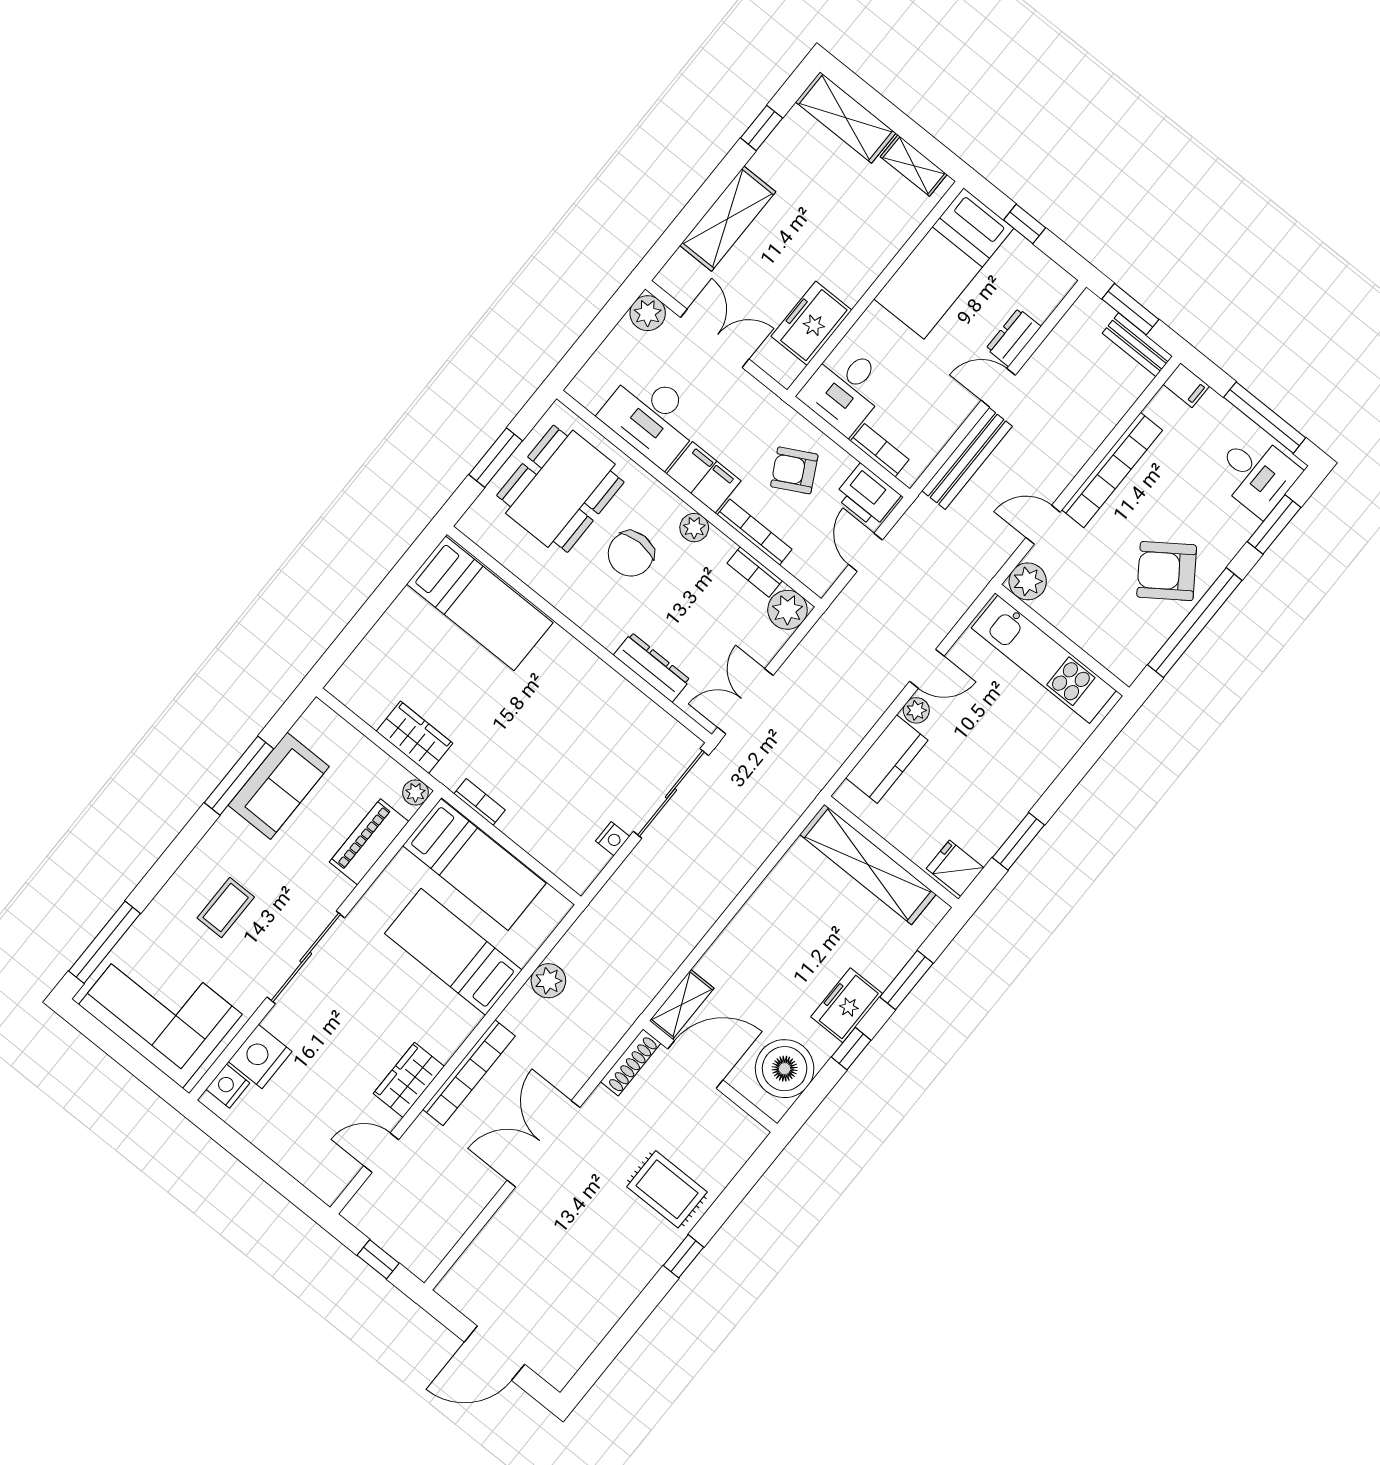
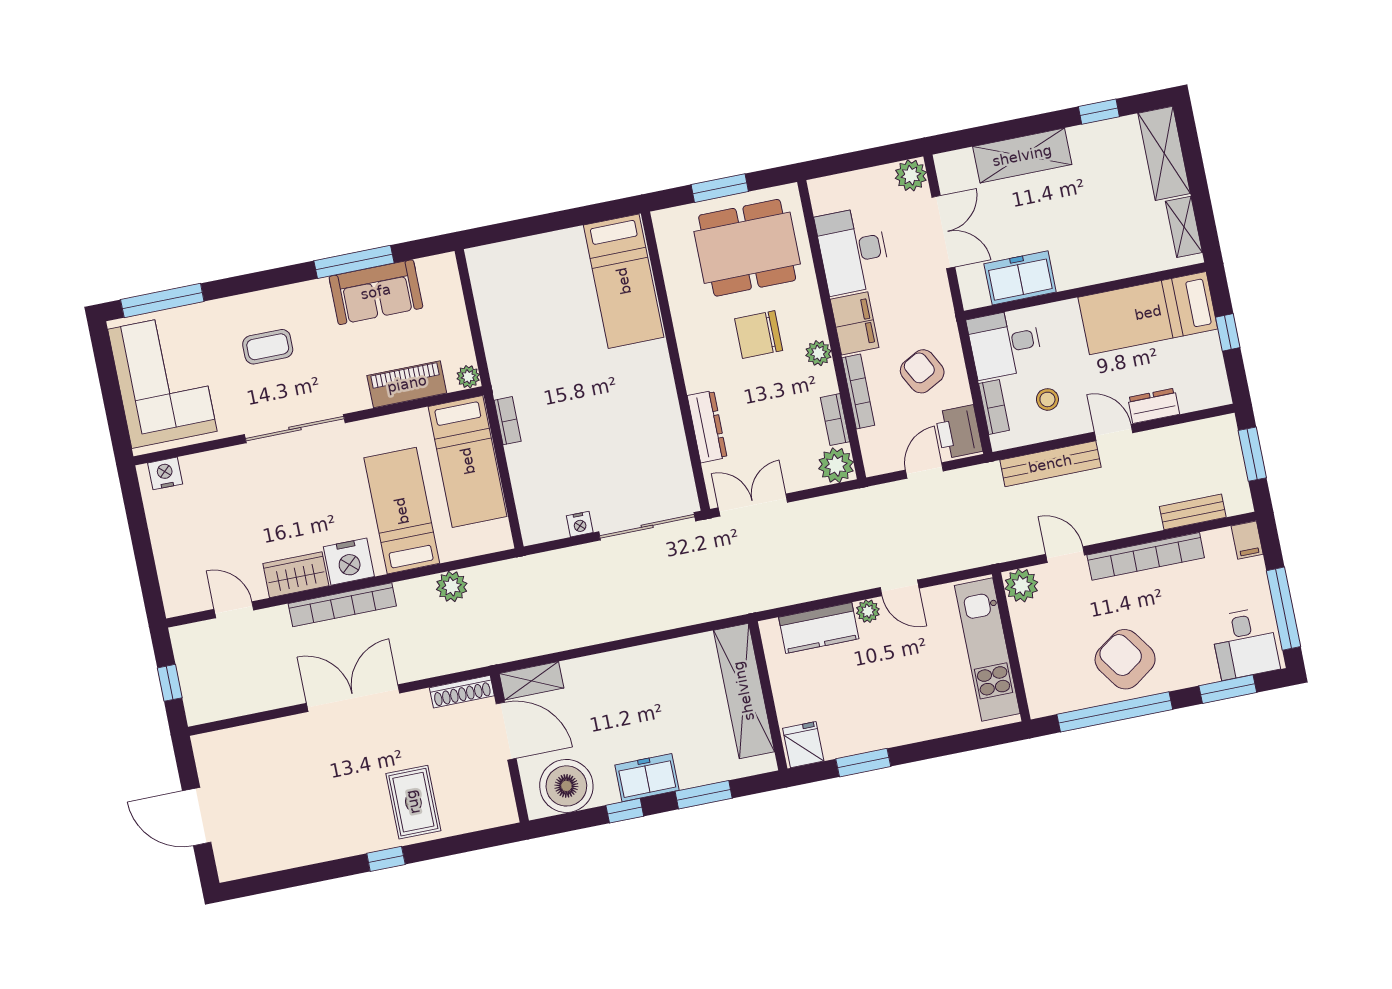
bench: (1137, 345) -> (1193, 512), moved, turned 90
stool: (919, 406) -> (1047, 399), added
wardrobe: (414, 737) -> (500, 337), removed
nightstand: (260, 1056) -> (349, 562), moved, turned 180

